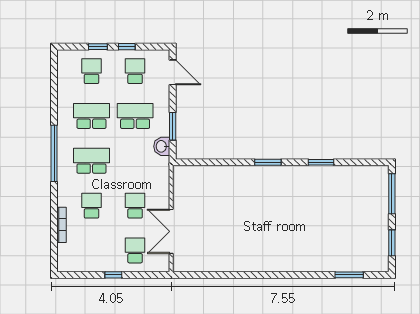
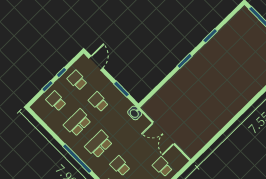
door: (173, 72) -> (96, 63), hinge flipped
school desk: (135, 116) -> (98, 102), width x0.54
washbasin: (162, 146) -> (135, 113), moved
school desk: (135, 206) -> (141, 145), removed
double door: (171, 231) -> (164, 133), moved

